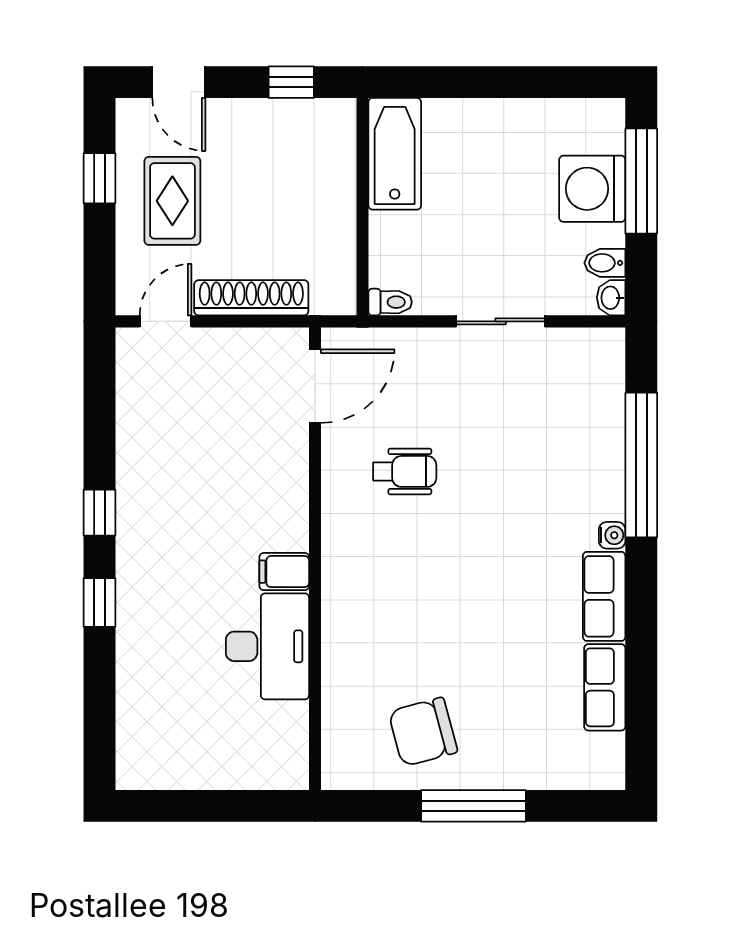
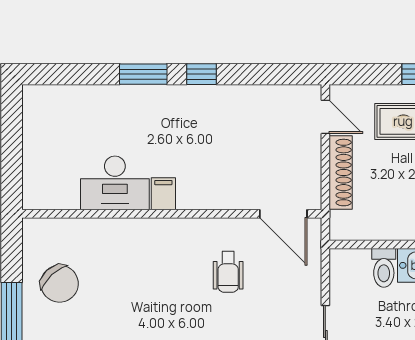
toilet: (390, 302) -> (384, 268), moved, width x1.37, depth x1.39
window: (99, 602) -> (143, 74), width x1.50
chair: (423, 732) -> (60, 284), turned 152

